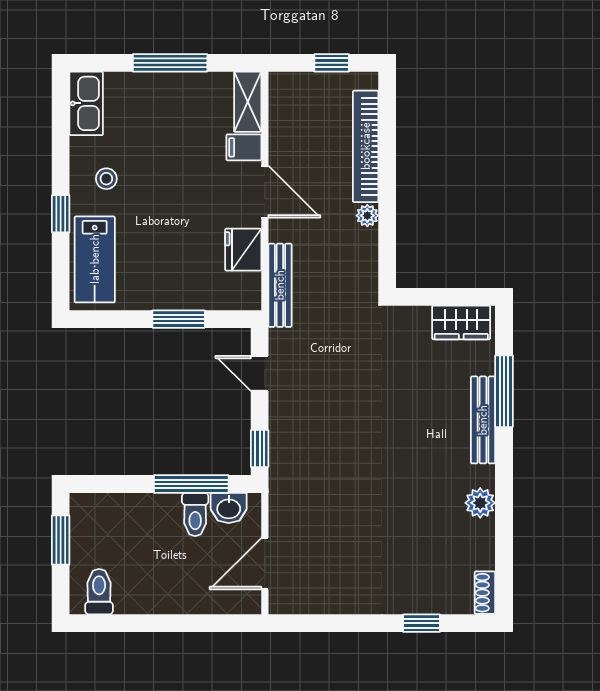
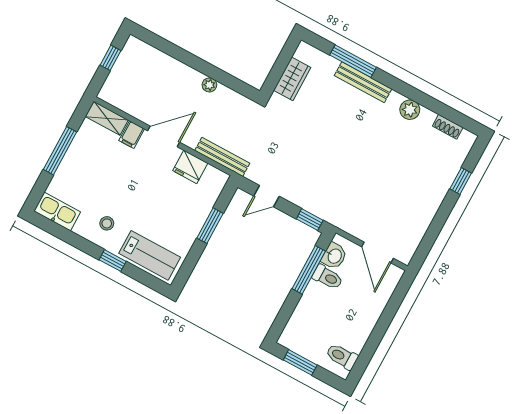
bookcase: (366, 146) -> (169, 64), removed
wardrobe: (461, 322) -> (292, 79), moved
shoe rack: (485, 593) -> (448, 127), moved

